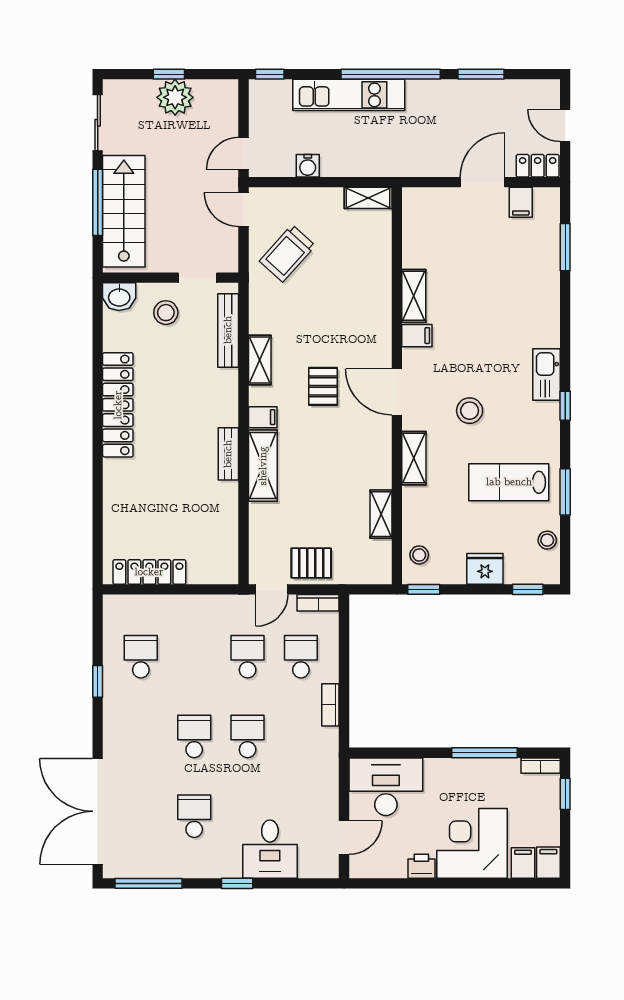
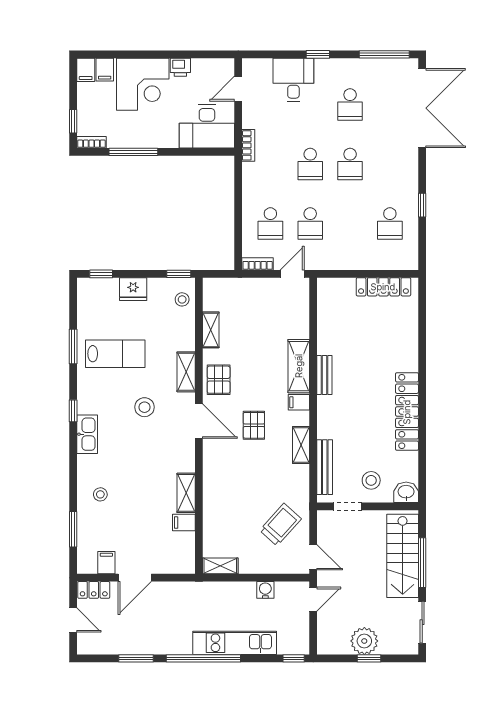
filing cabinet: (417, 336) -> (184, 523), moved
stool: (547, 540) -> (100, 494), moved
pallet: (311, 563) -> (219, 380), moved, turned 90
bookcase: (330, 705) -> (248, 145), moved

